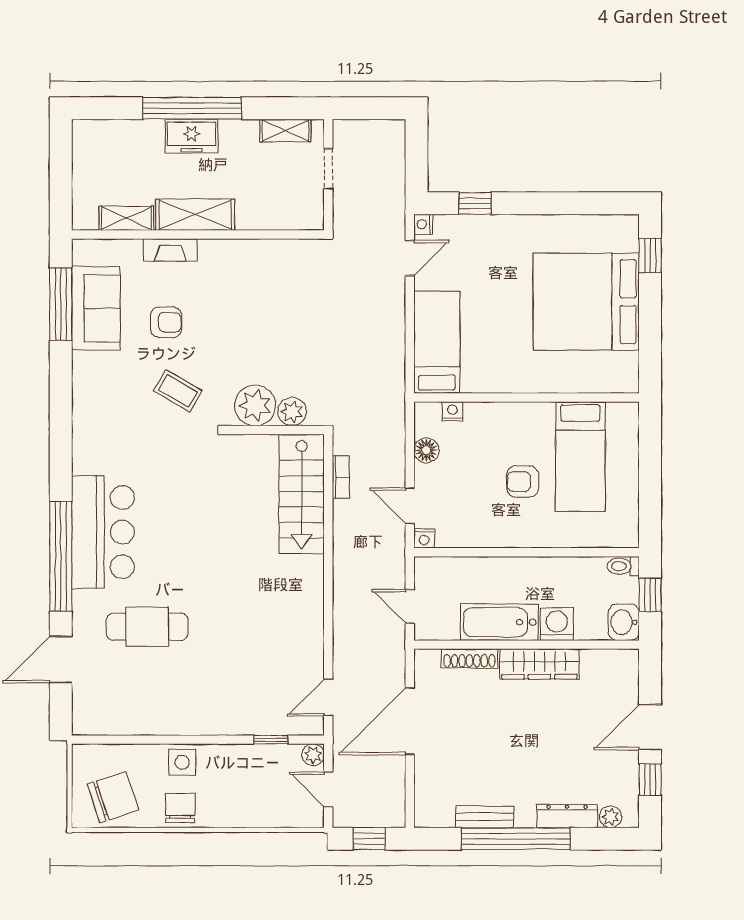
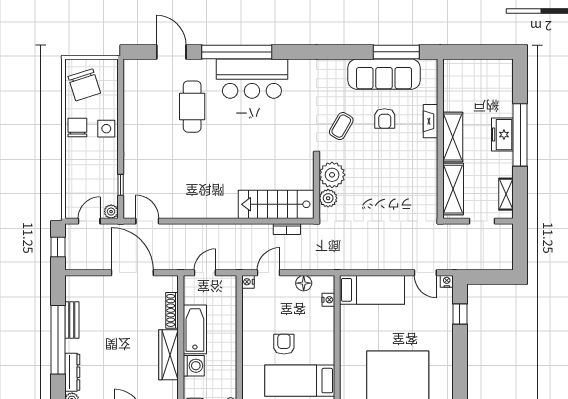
shelving: (126, 218) -> (453, 189), moved, width x1.50, depth x1.33
sofa: (96, 308) -> (384, 74), width x1.36
chair: (180, 808) -> (77, 127), turned -90

